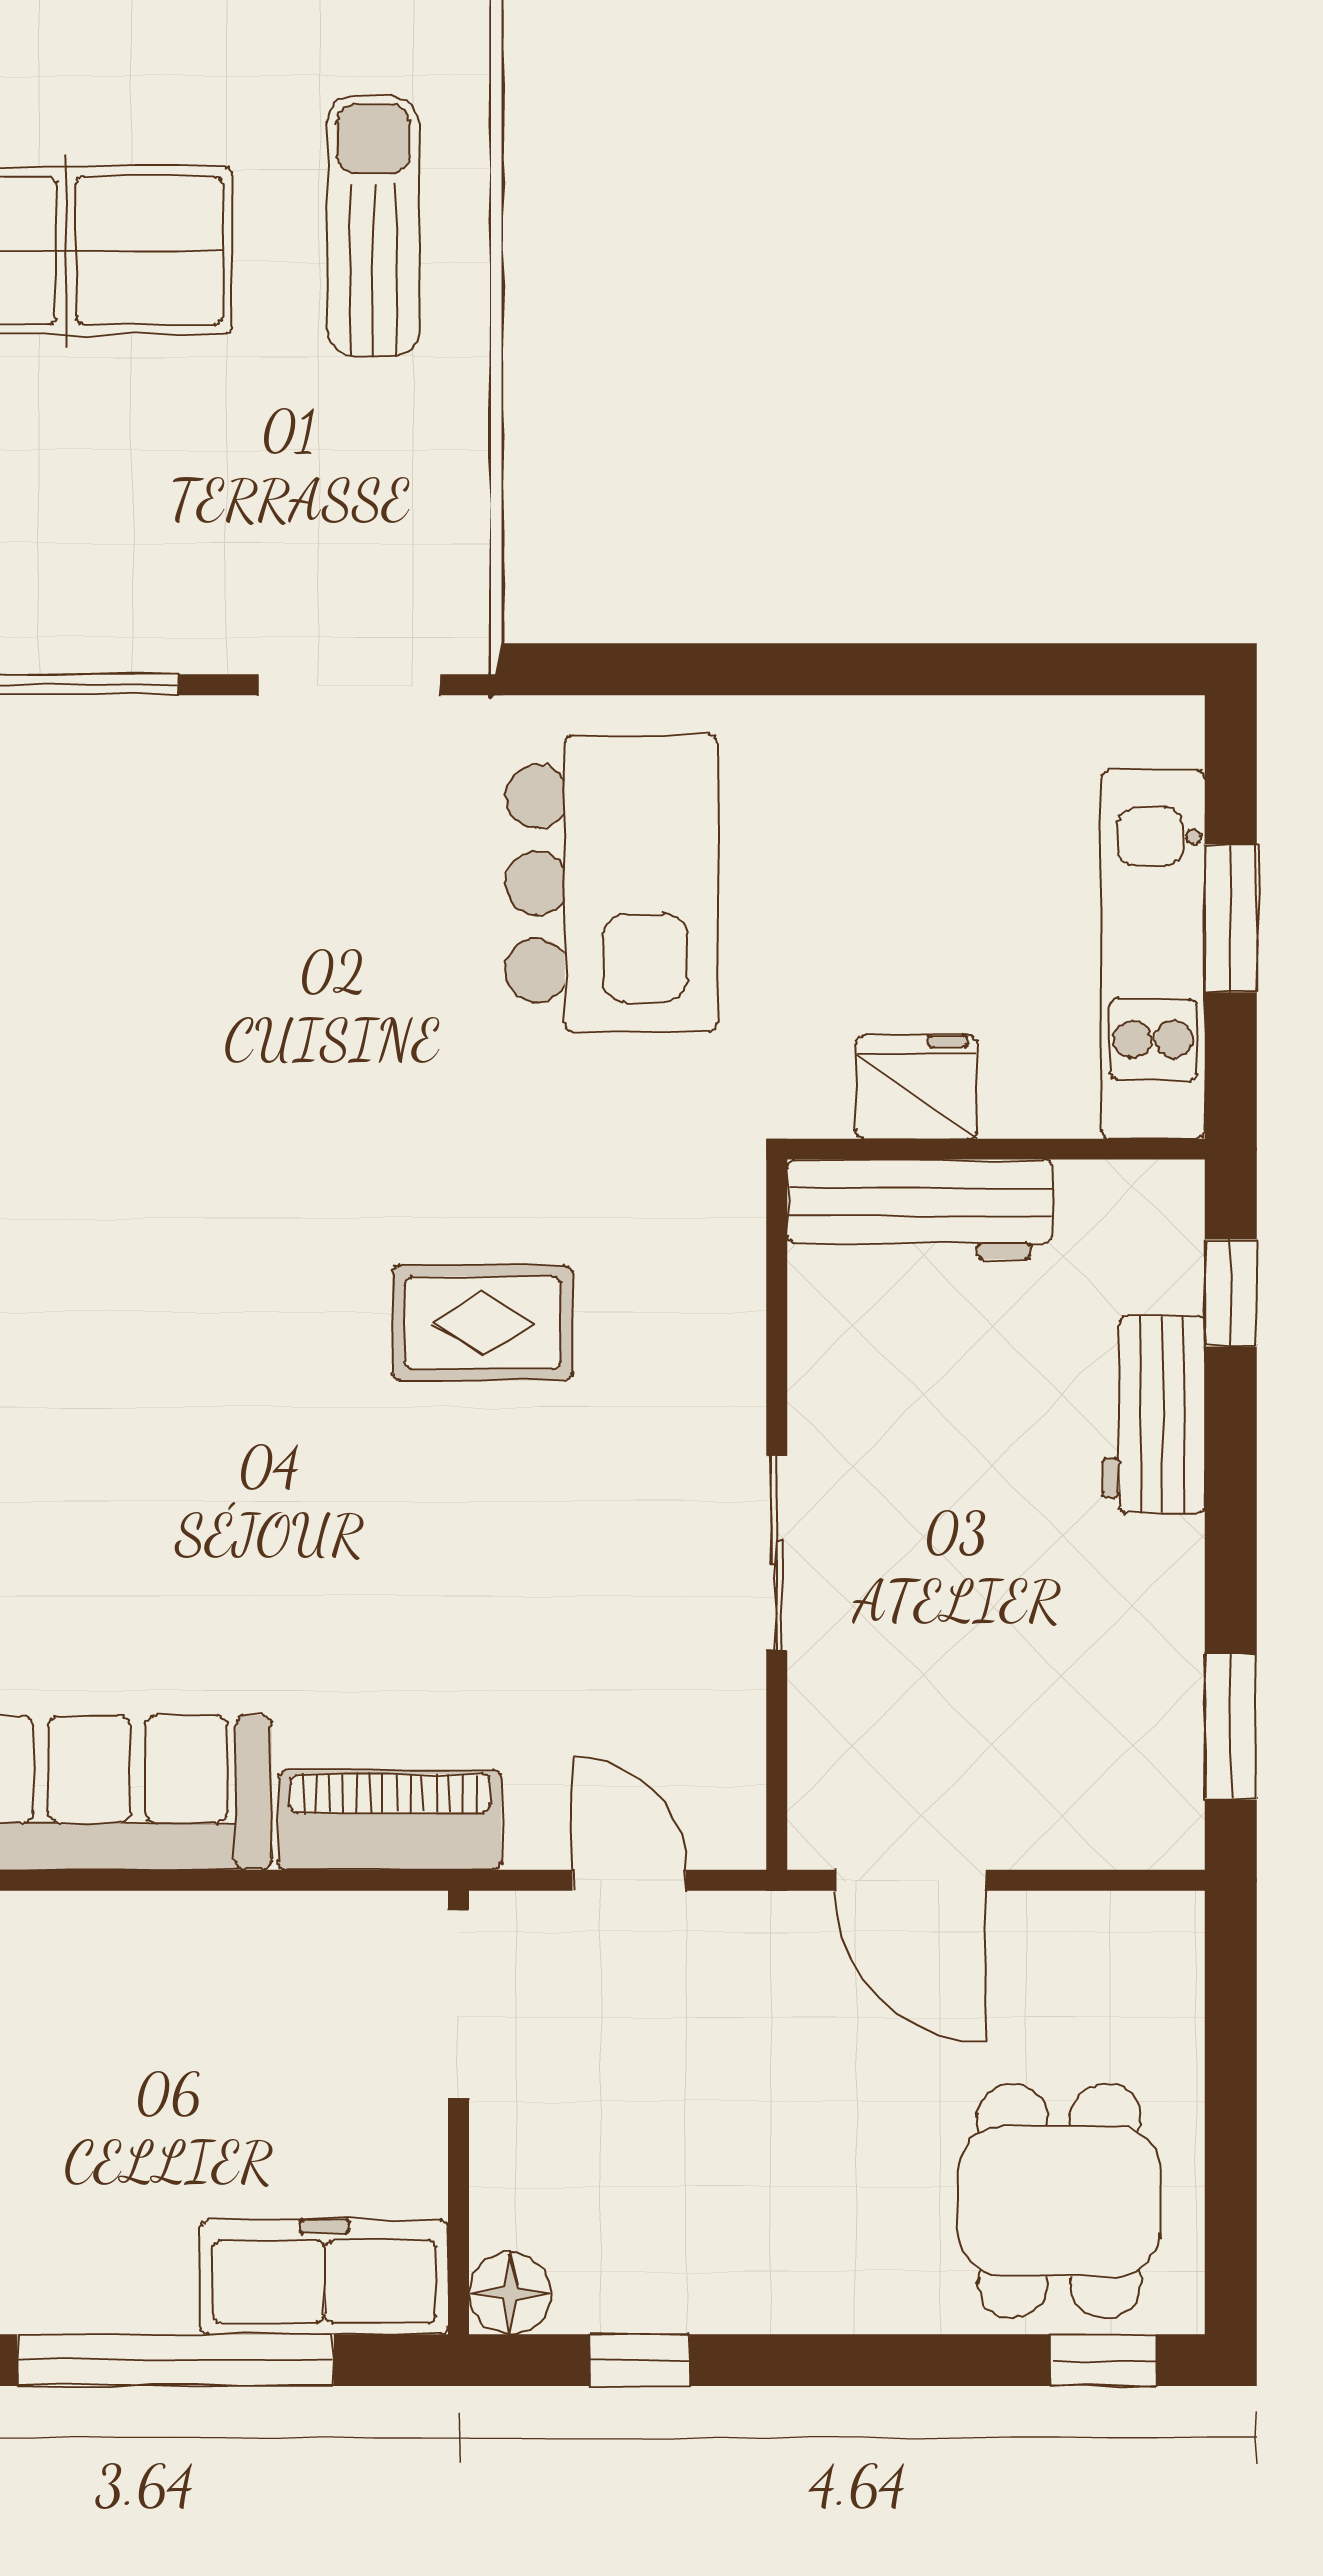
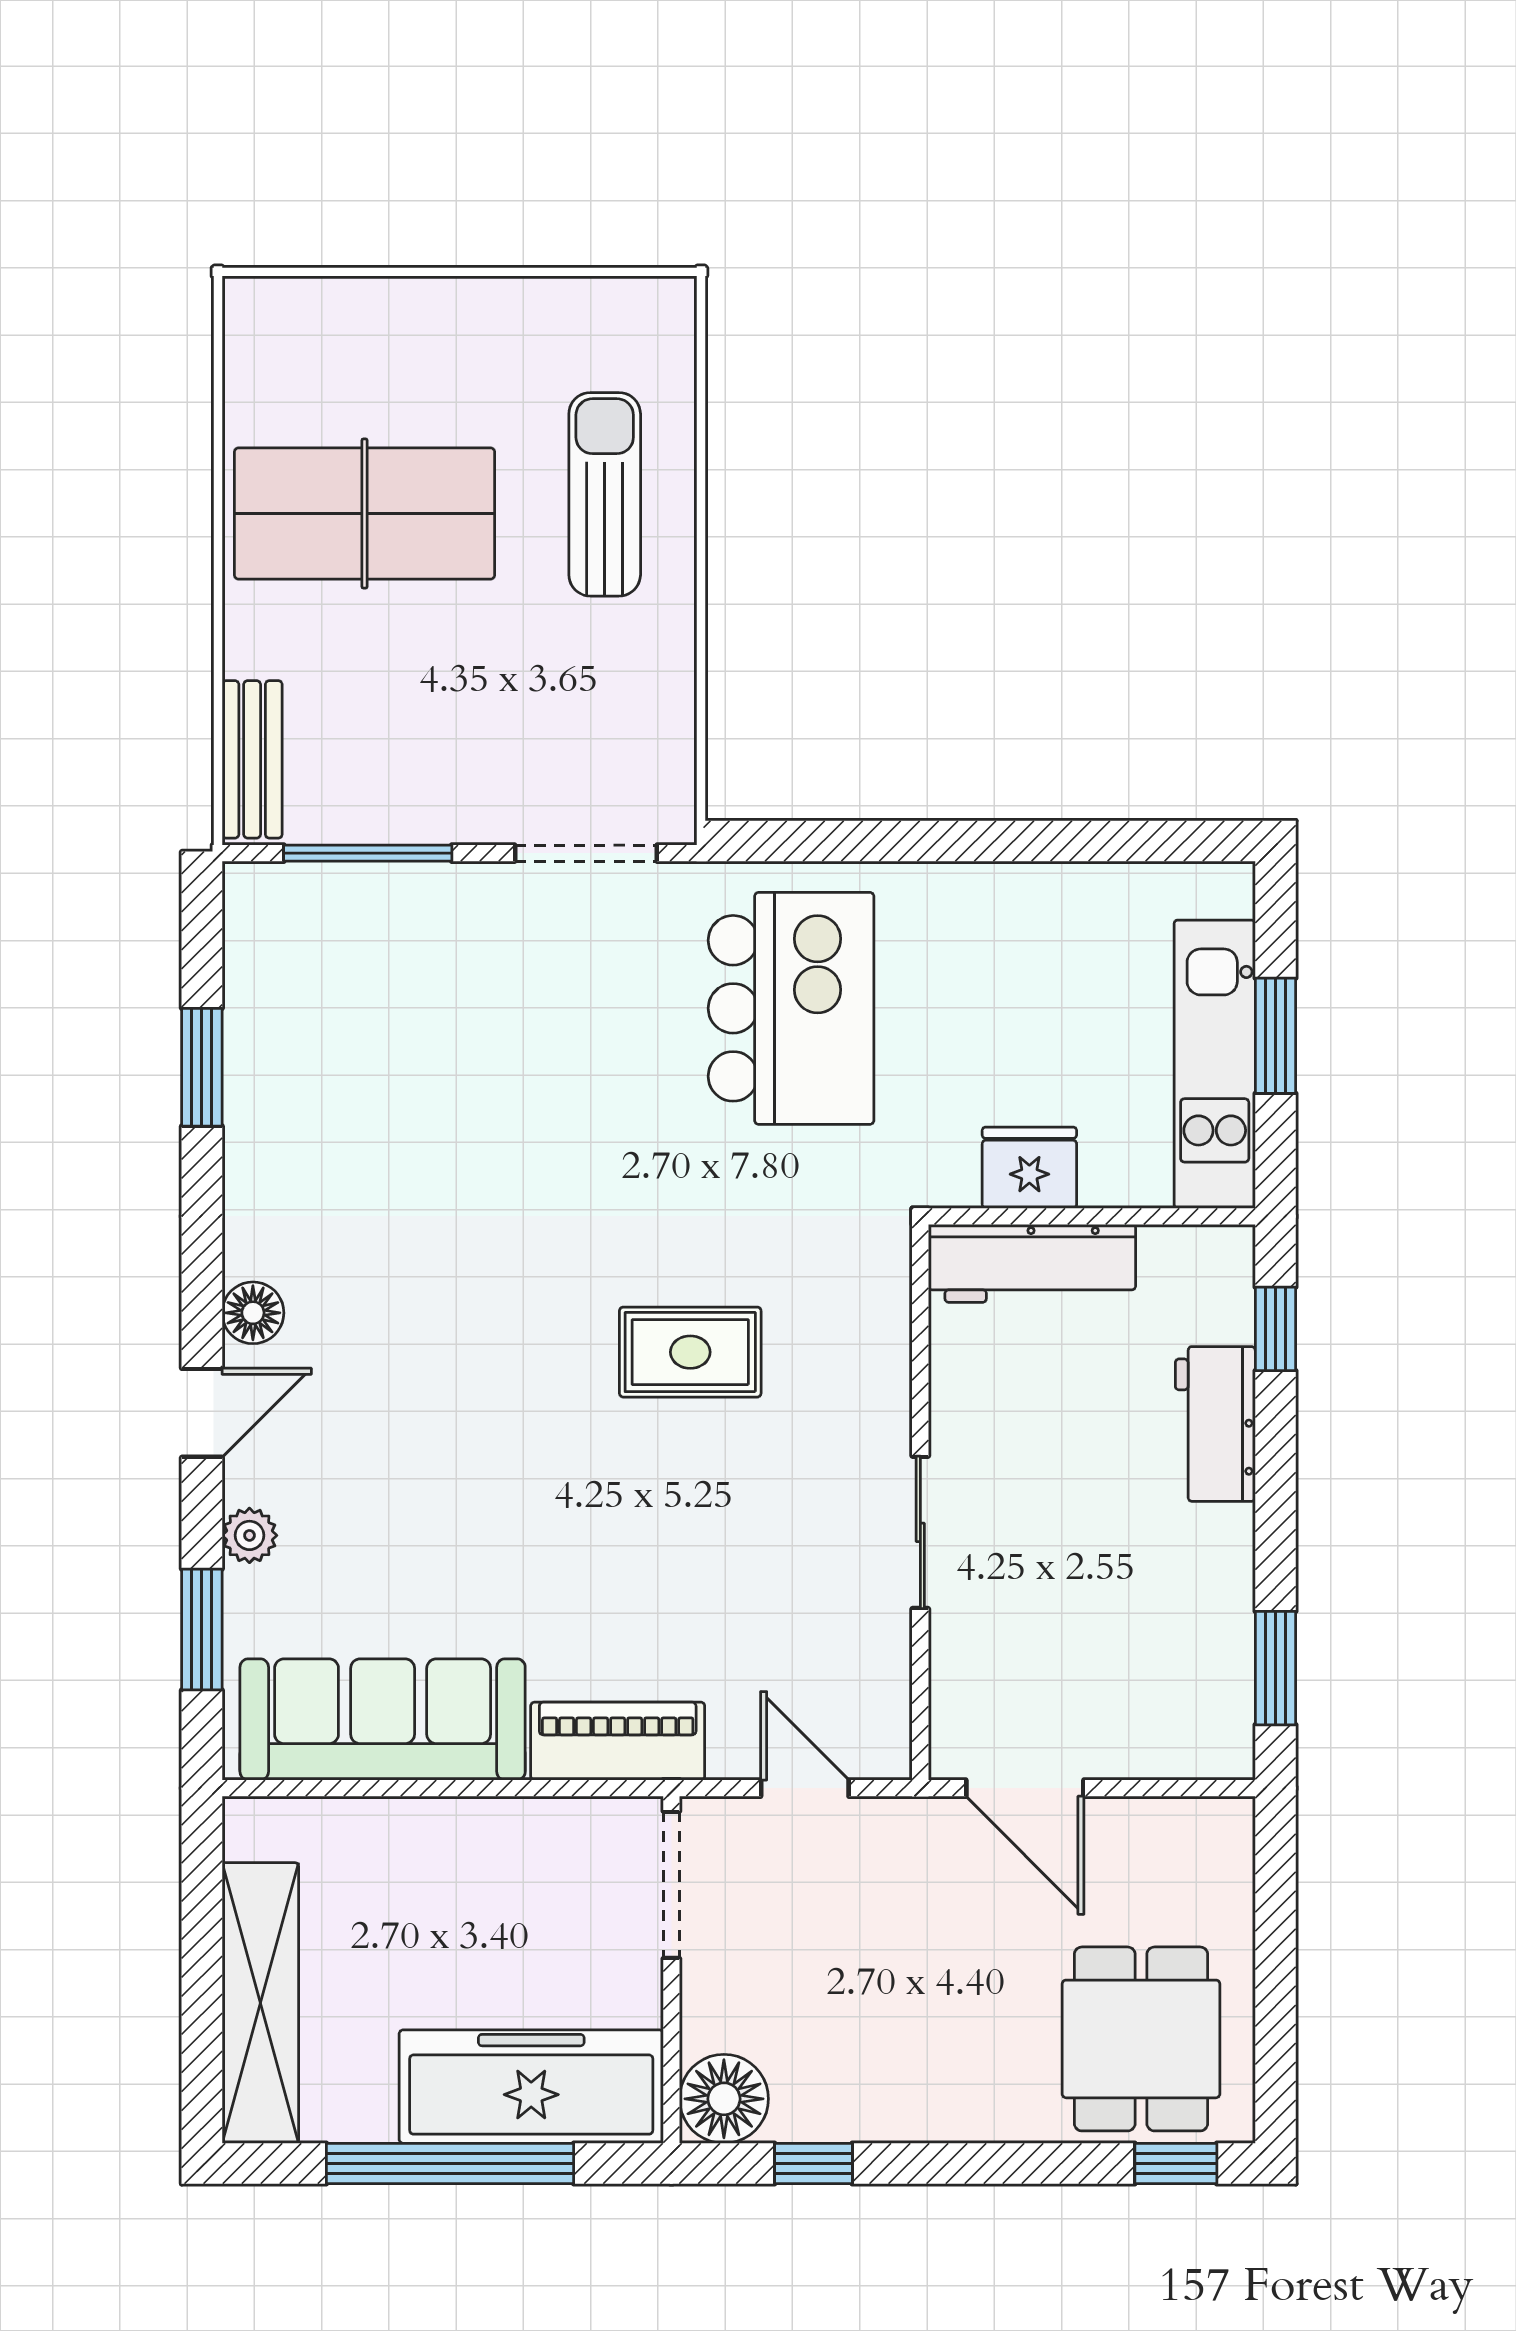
freezer: (324, 2277) -> (531, 2087), width x1.36, depth x1.26
floor lamp: (510, 2293) -> (724, 2099), width x1.38, depth x1.38

